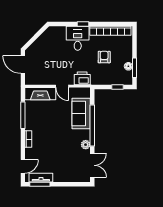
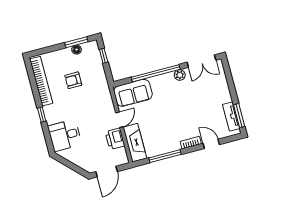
desk: (78, 38) -> (65, 135), moved
printer: (82, 78) -> (115, 139), moved
sofa: (81, 114) -> (133, 93), moved
double door: (92, 165) -> (201, 61), swing flipped
door: (23, 166) -> (211, 144), moved

